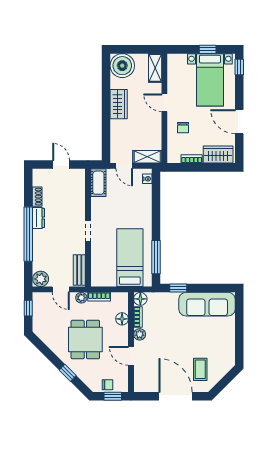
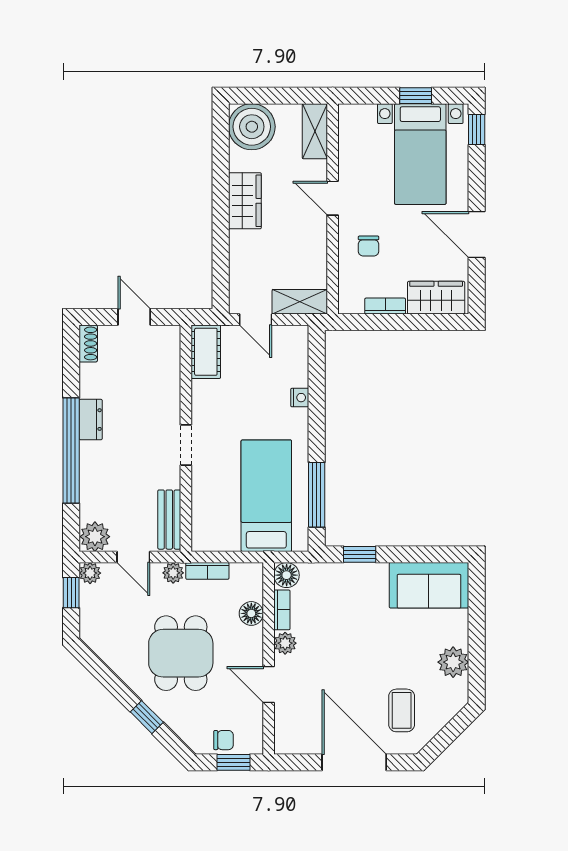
nightstand: (147, 179) -> (300, 398), moved
shoe rack: (37, 197) -> (88, 343), moved
plant: (38, 298) -> (90, 573), added
sofa: (207, 304) -> (429, 585), width x0.73
plant: (227, 344) -> (453, 662), added

